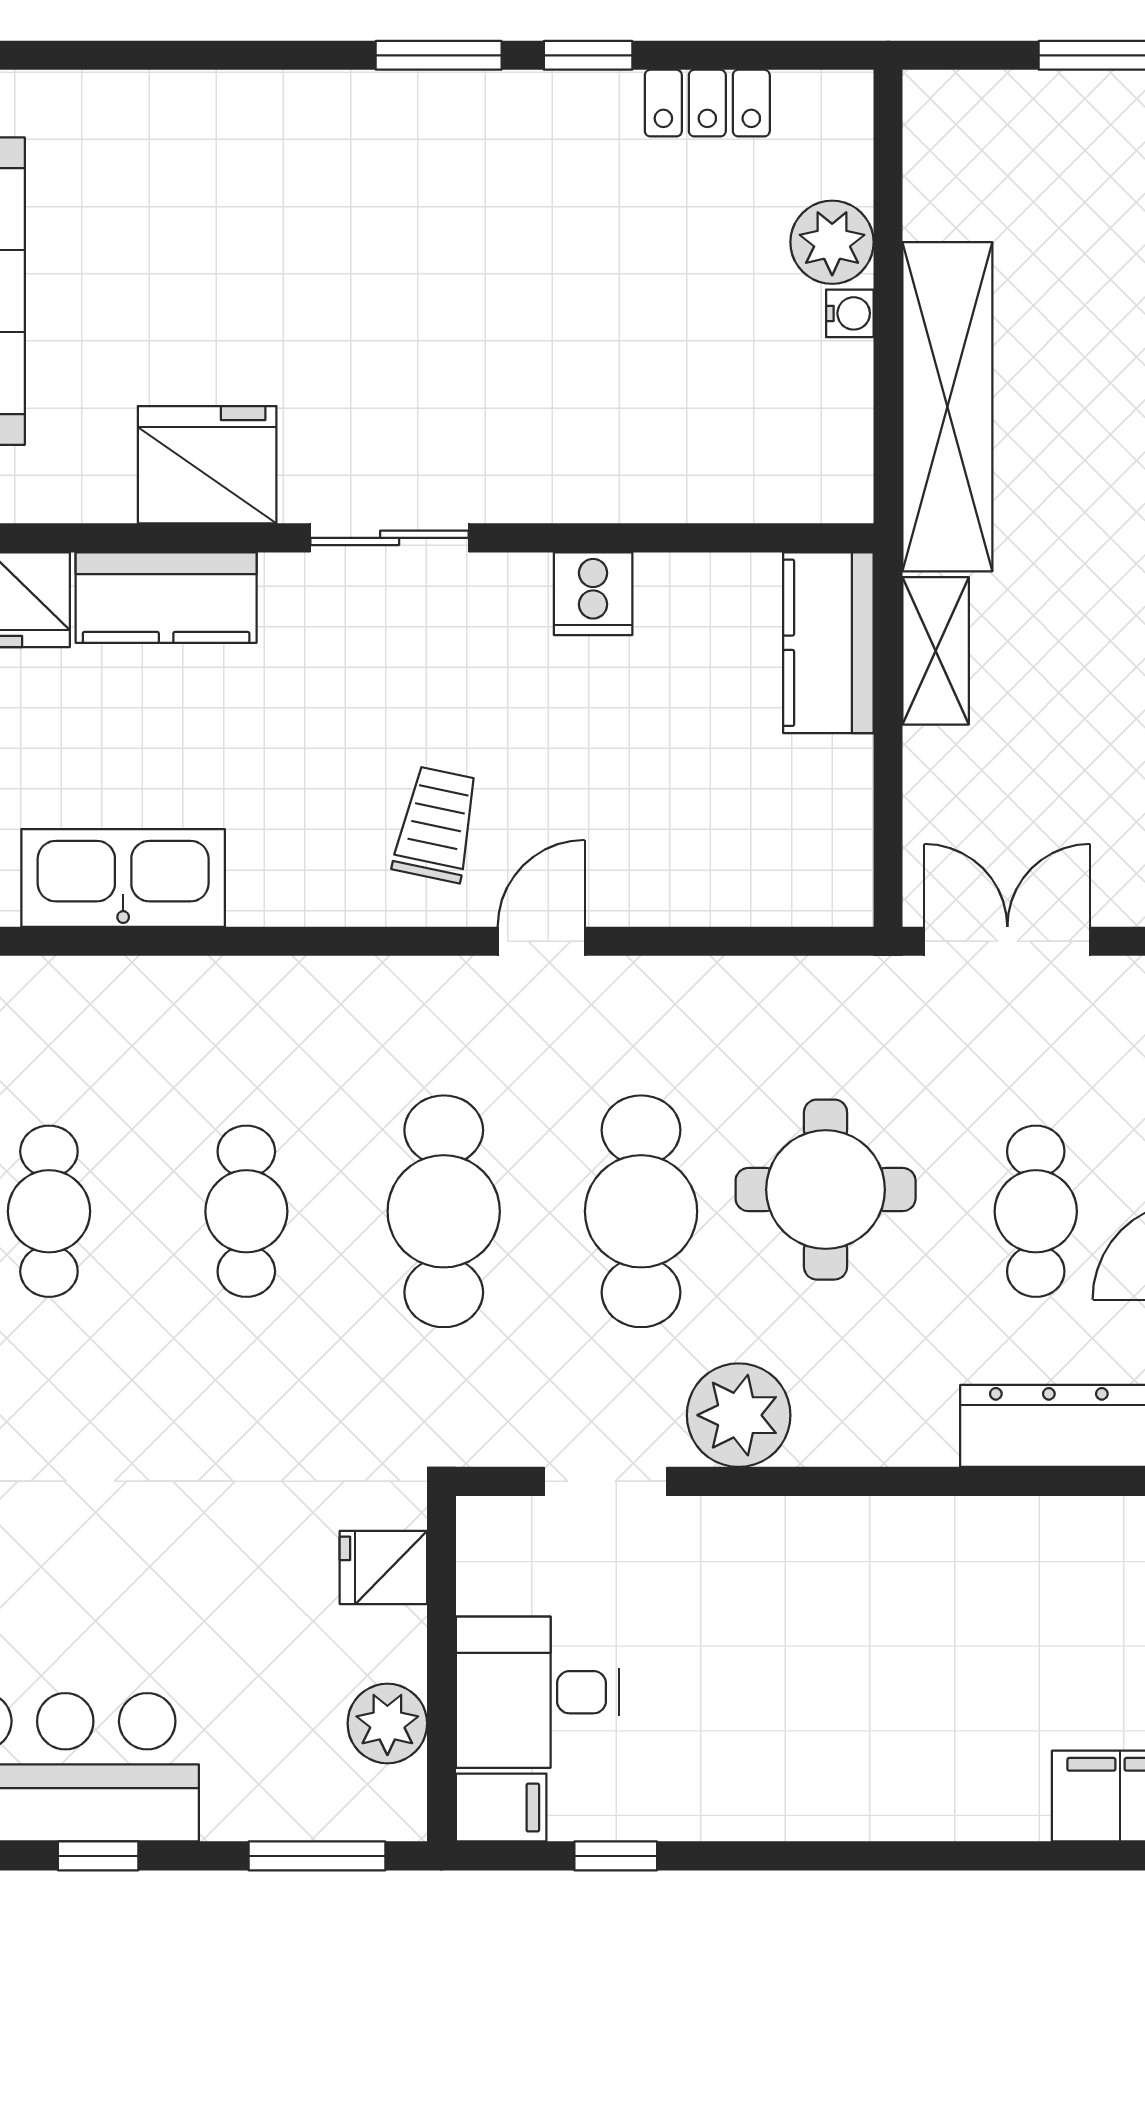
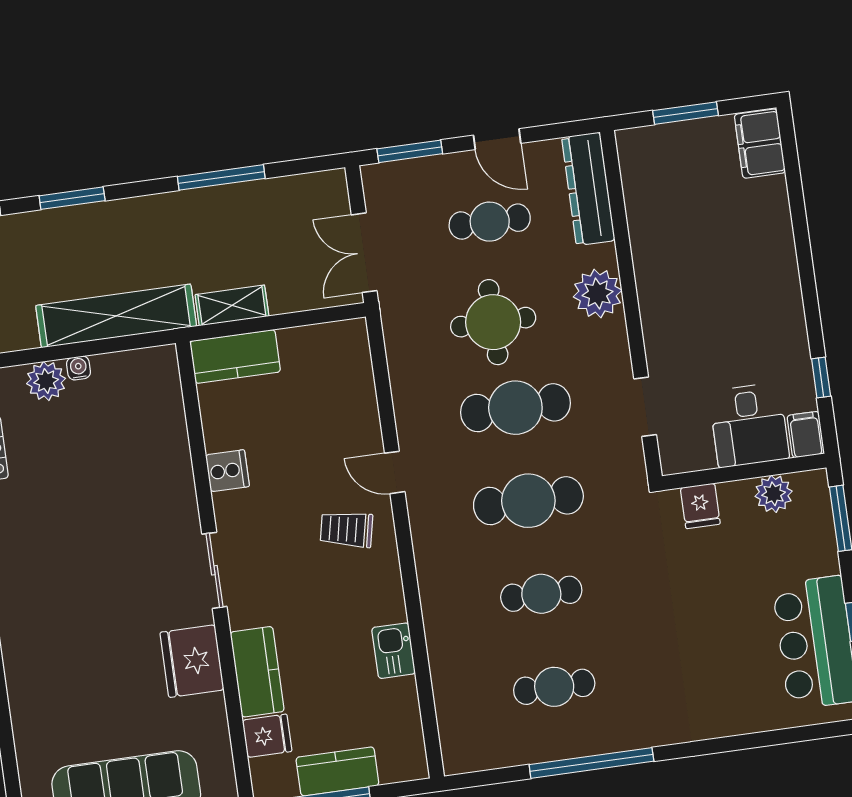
kitchen sink: (123, 878) -> (394, 651), width x0.53, depth x0.81
plant: (739, 1415) -> (598, 293), moved

